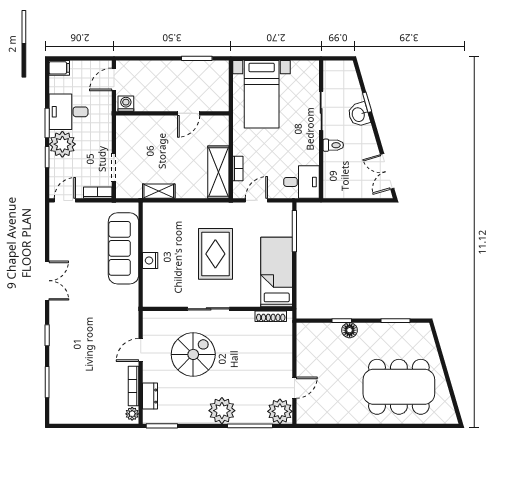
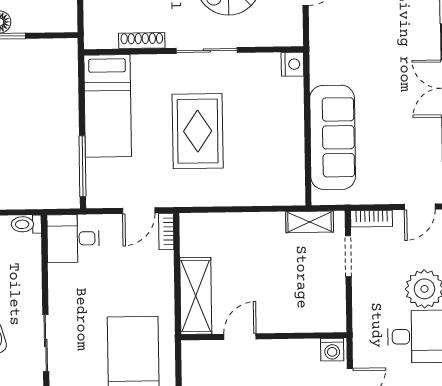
toilet: (333, 145) -> (26, 224), moved
bookcase: (238, 168) -> (166, 231), moved
shelving: (218, 172) -> (196, 296), moved
shelving: (159, 191) -> (310, 222), moved
nightstand: (150, 260) -> (292, 64), moved
shoe rack: (271, 316) -> (142, 41), moved

